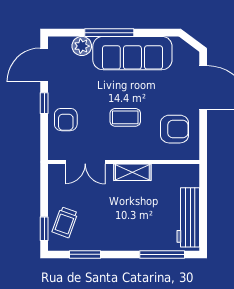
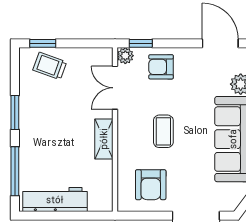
window: (44, 103) -> (141, 43), moved
plant: (55, 153) -> (125, 56), added
window: (85, 254) -> (15, 113), moved

